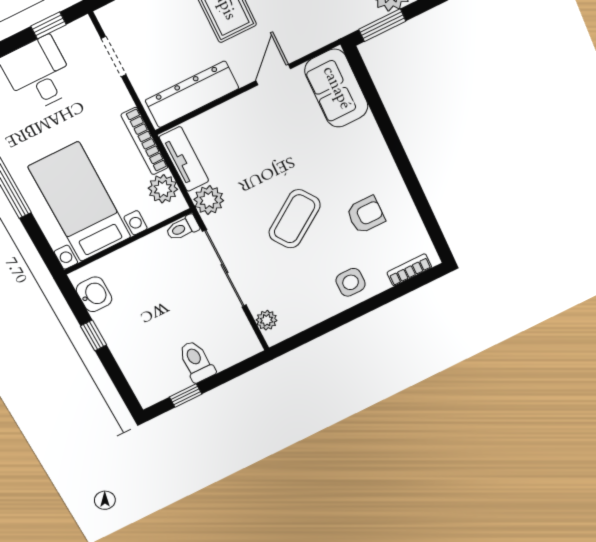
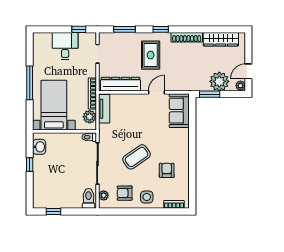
plant: (209, 200) -> (106, 131), removed
armchair: (366, 215) -> (167, 170), turned -90
armchair: (305, 296) -> (125, 193), added
toilet: (196, 361) -> (89, 198), moved

